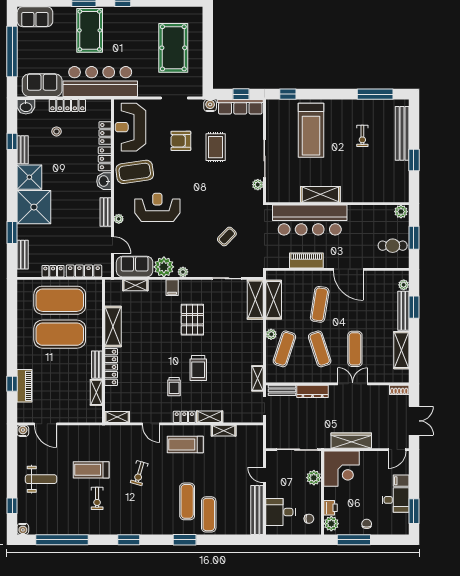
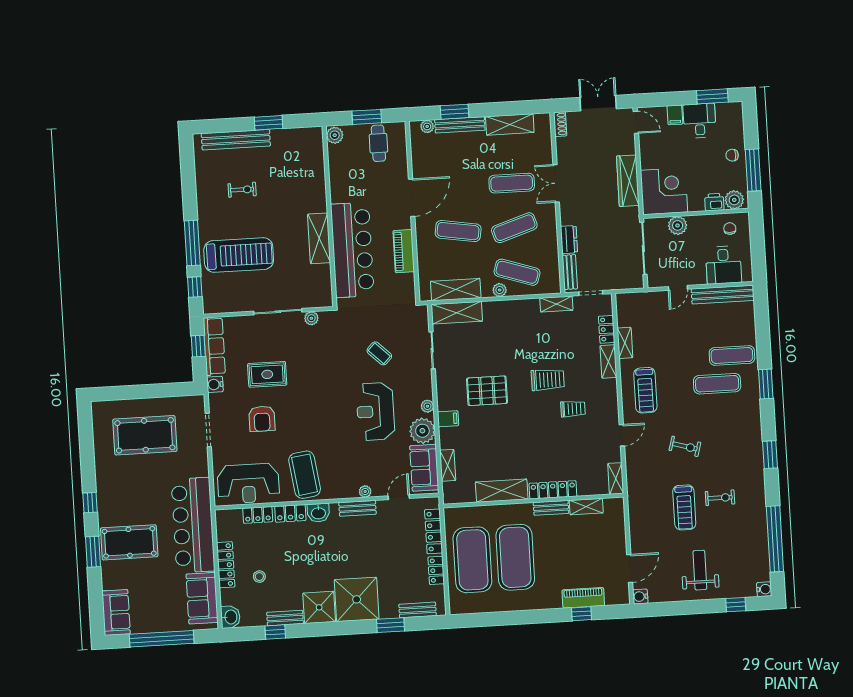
window: (375, 94) -> (192, 243), moved
reception desk: (157, 207) -> (375, 411), moved
dresser: (313, 391) -> (569, 240), width x0.70
locker: (184, 417) -> (607, 329), moved

